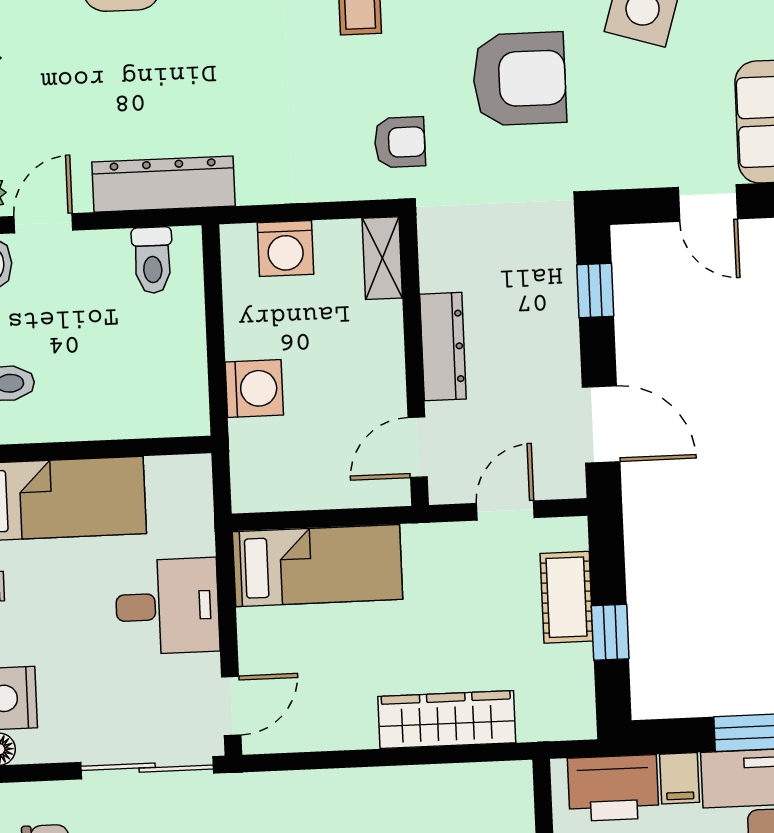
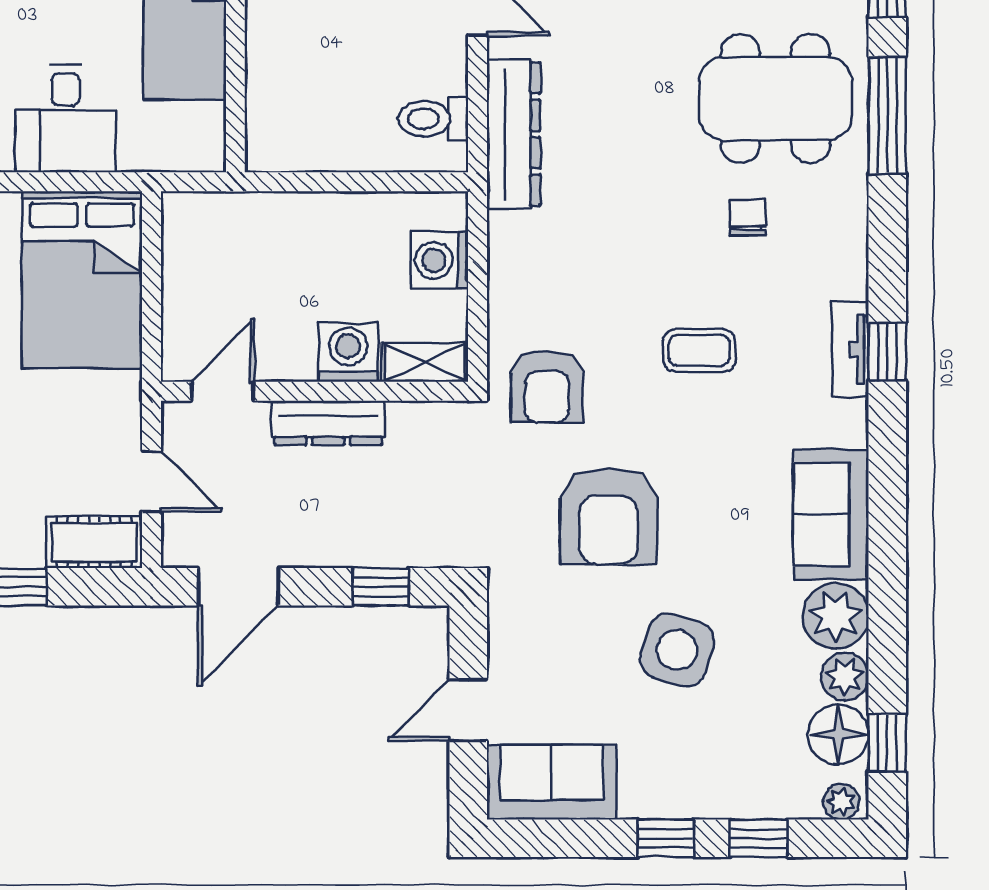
armchair: (400, 142) -> (547, 387), width x1.38, depth x1.38
washing machine: (254, 389) -> (348, 352), moved, turned 180
door: (418, 447) -> (223, 391), hinge flipped
bed: (318, 566) -> (82, 280), width x1.50
cot: (567, 597) -> (94, 542), moved

